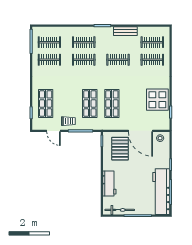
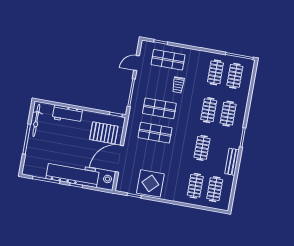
trolley: (68, 121) -> (178, 85), moved
workbench: (161, 192) -> (73, 174), moved

